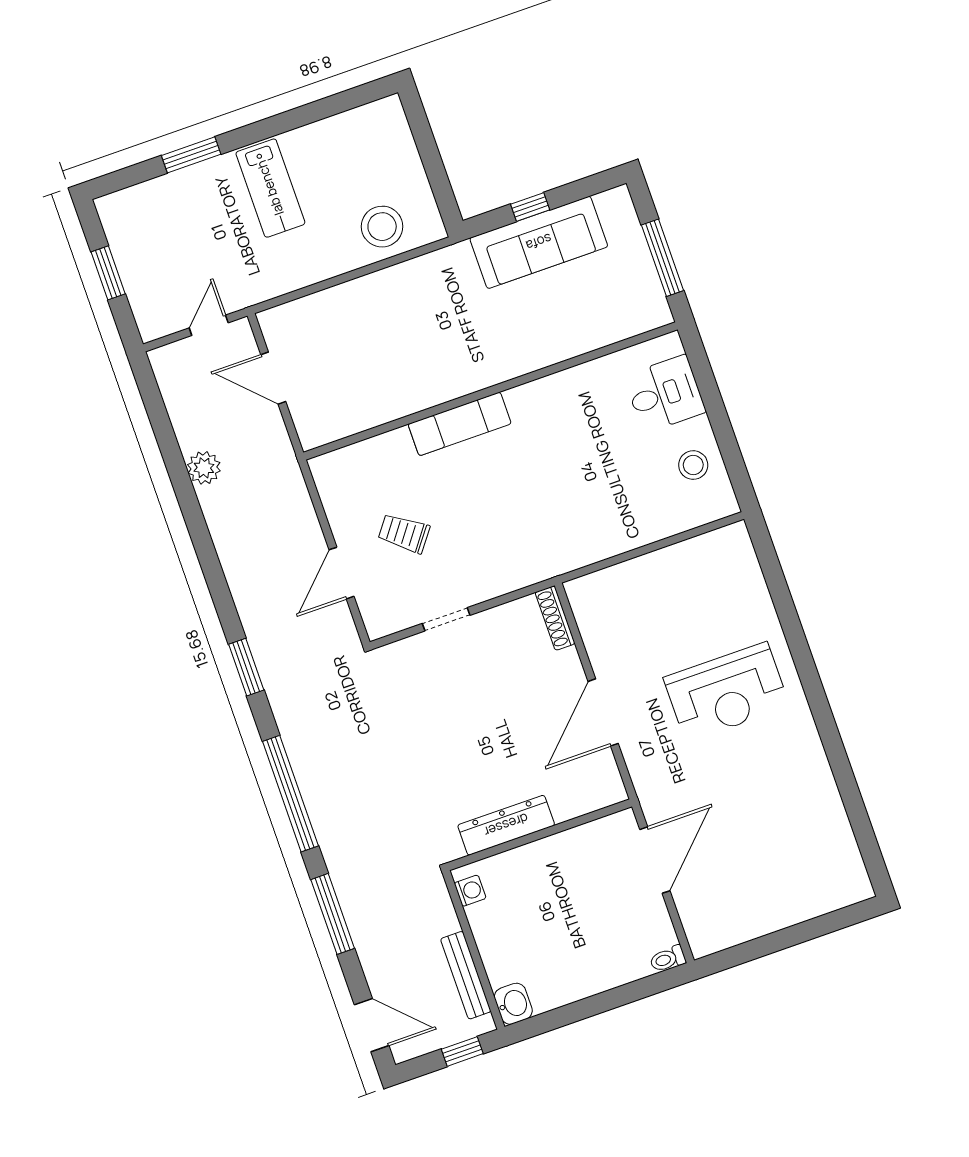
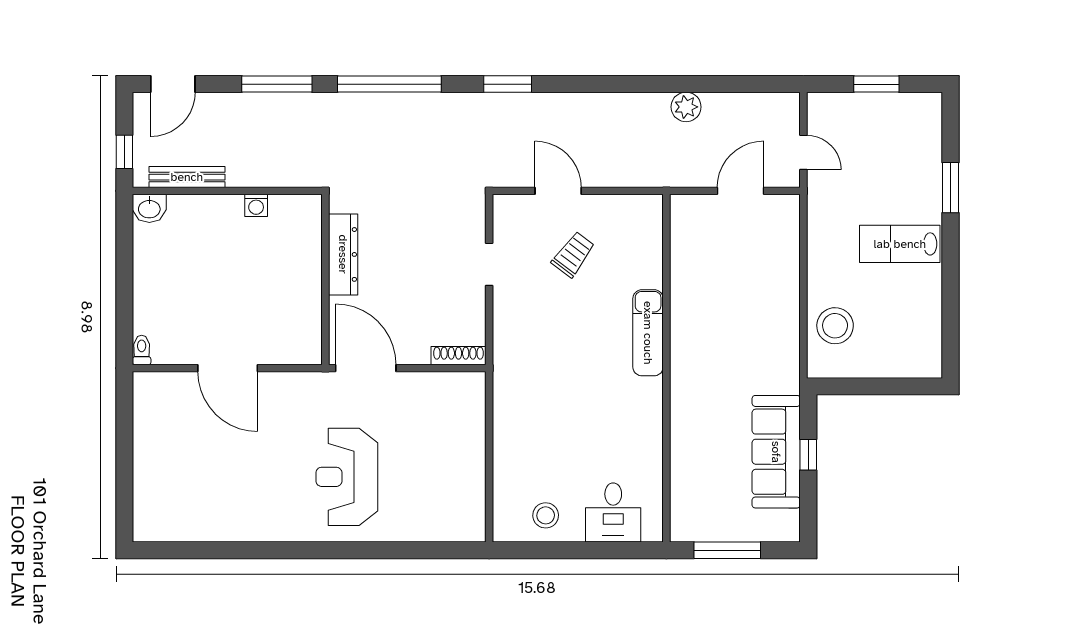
dresser: (506, 825) -> (343, 254), moved
wall: (540, 835) -> (325, 280), moved

